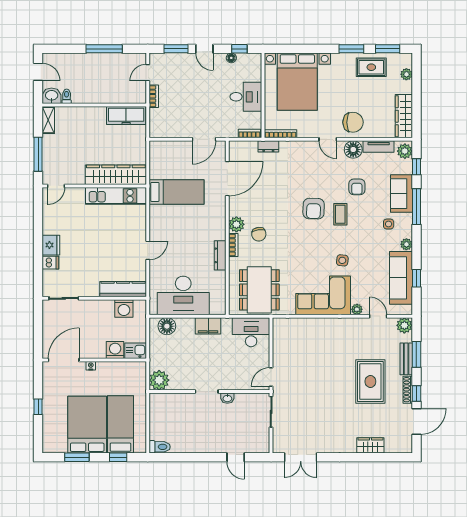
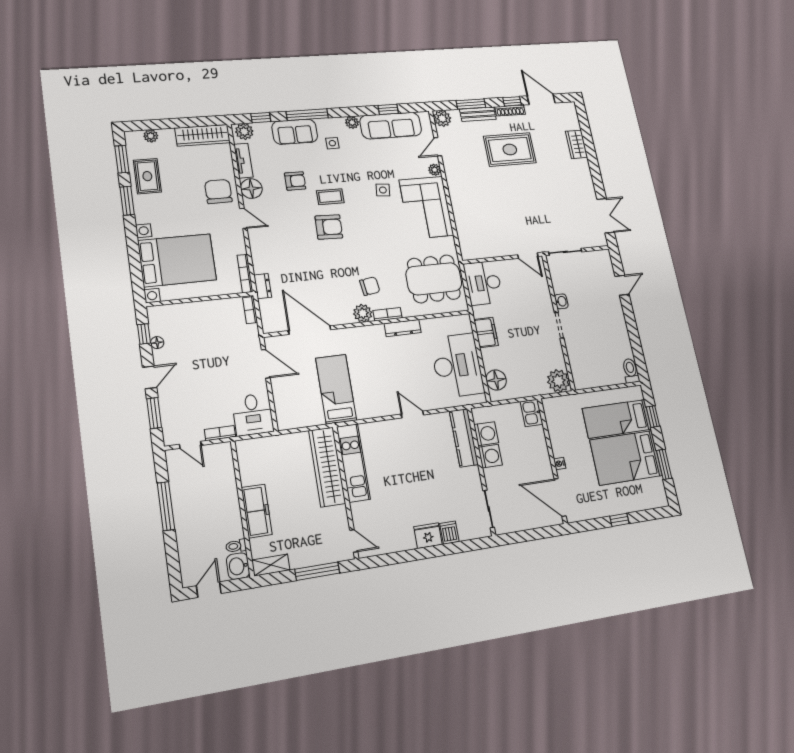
desk: (246, 97) -> (253, 414), moved, turned 180
freezer: (126, 115) -> (257, 511), moved
door: (328, 139) -> (243, 218), hinge flipped
washing machine: (115, 350) -> (490, 456), moved, turned 180

